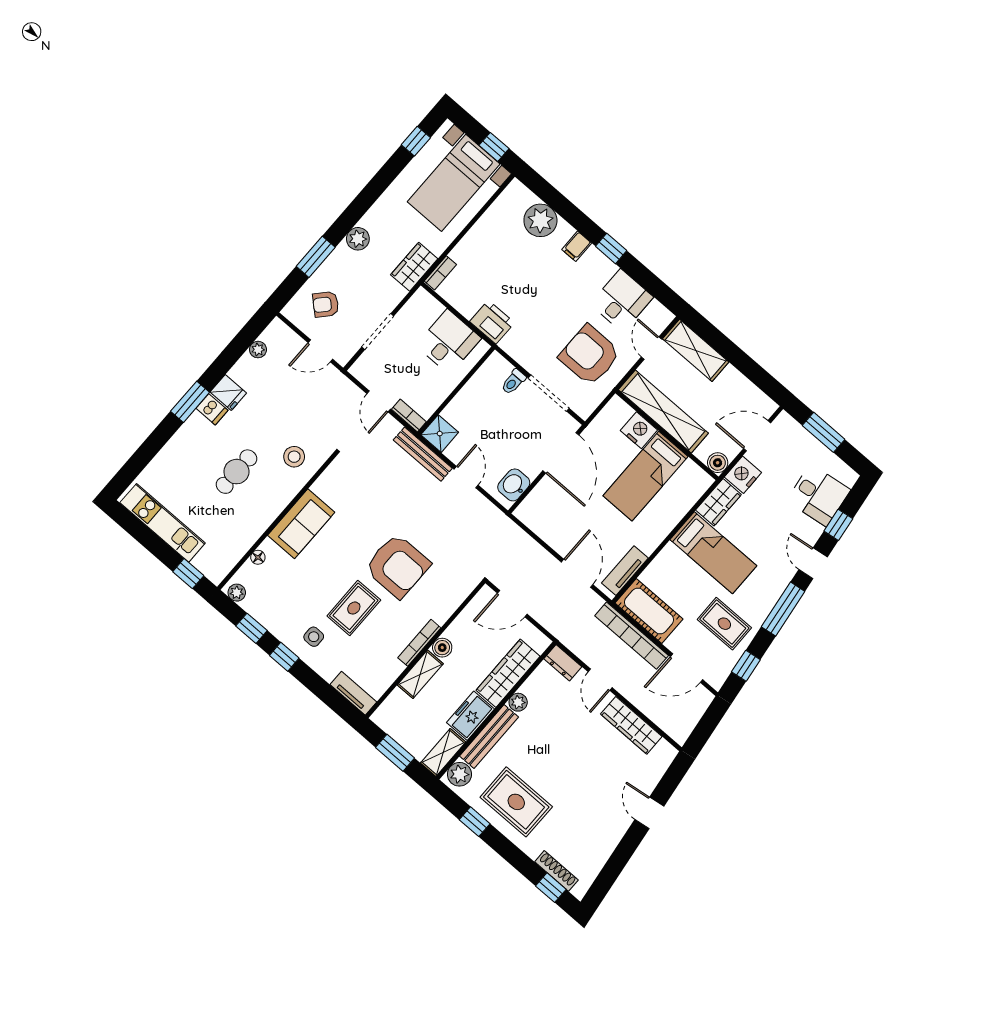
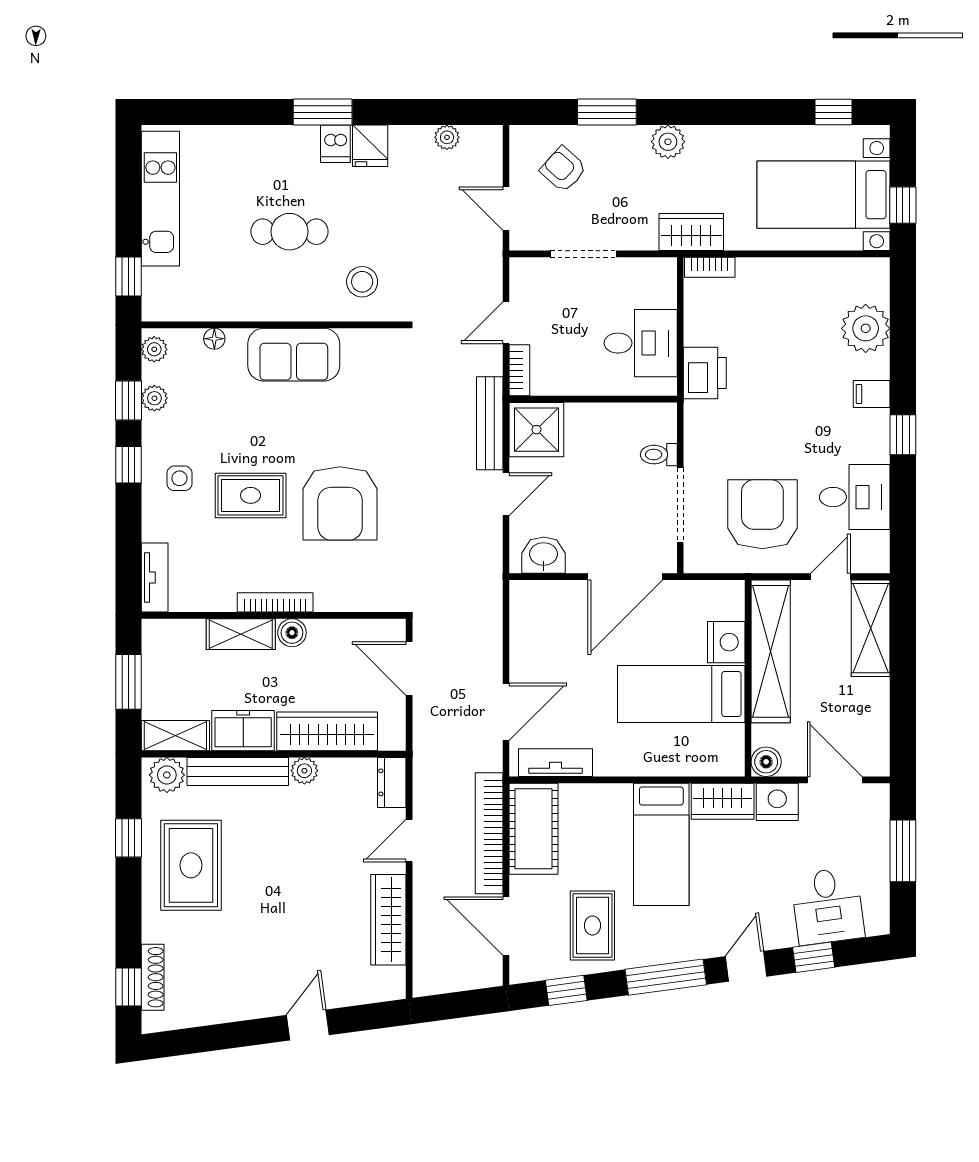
shower: (440, 434) -> (536, 430), width x1.36, depth x1.36
plant: (262, 614) -> (154, 398), added

